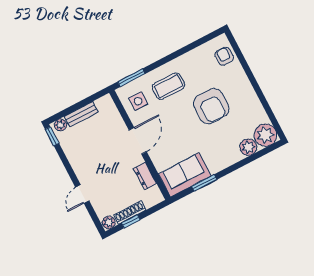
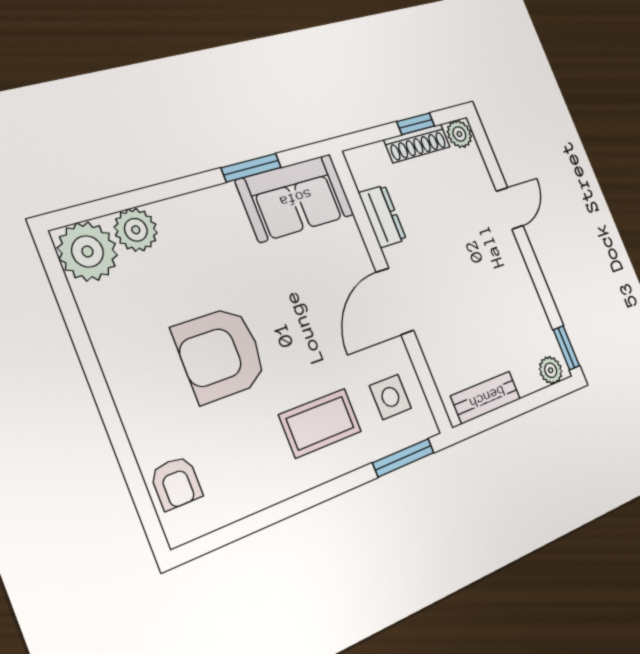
armchair: (211, 106) -> (220, 354), turned -90
bench: (81, 114) -> (486, 397), moved

